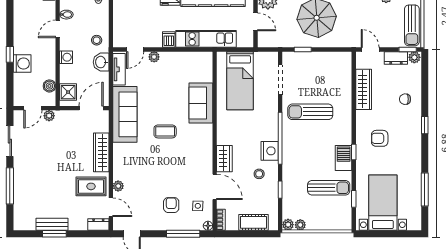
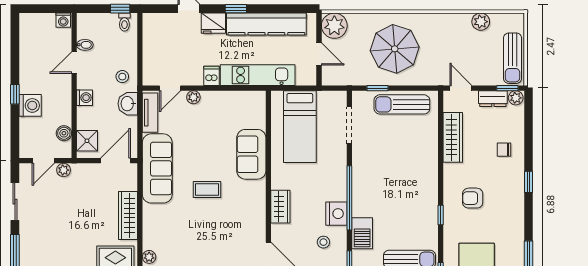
sun lounger: (310, 112) -> (402, 104), moved
barbecue: (344, 158) -> (362, 233), moved, turned 180
wardrobe: (224, 159) -> (280, 207), moved

